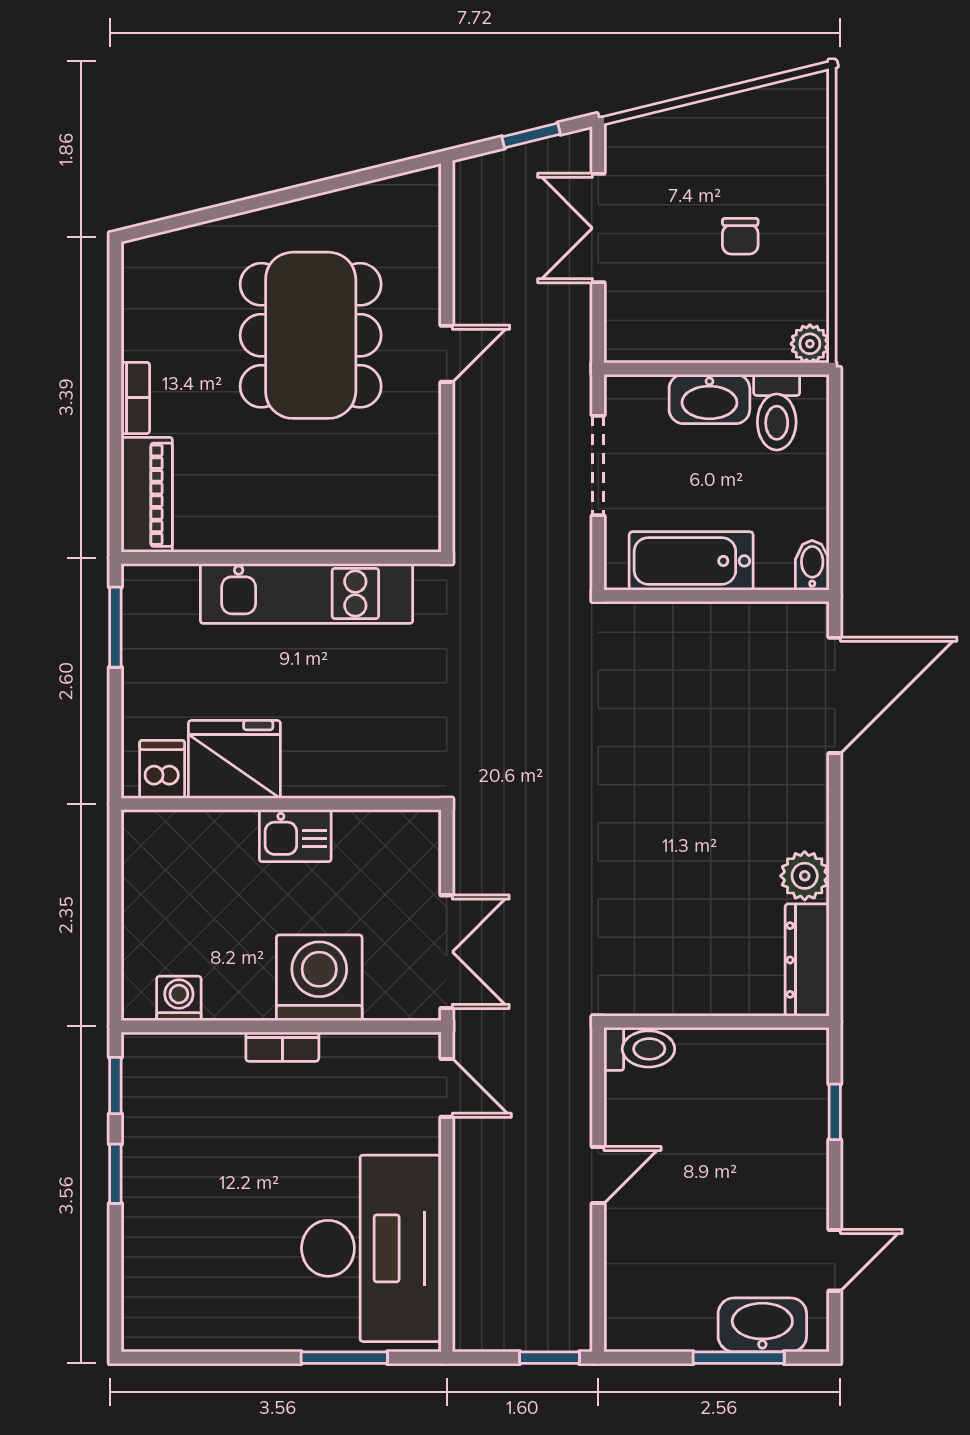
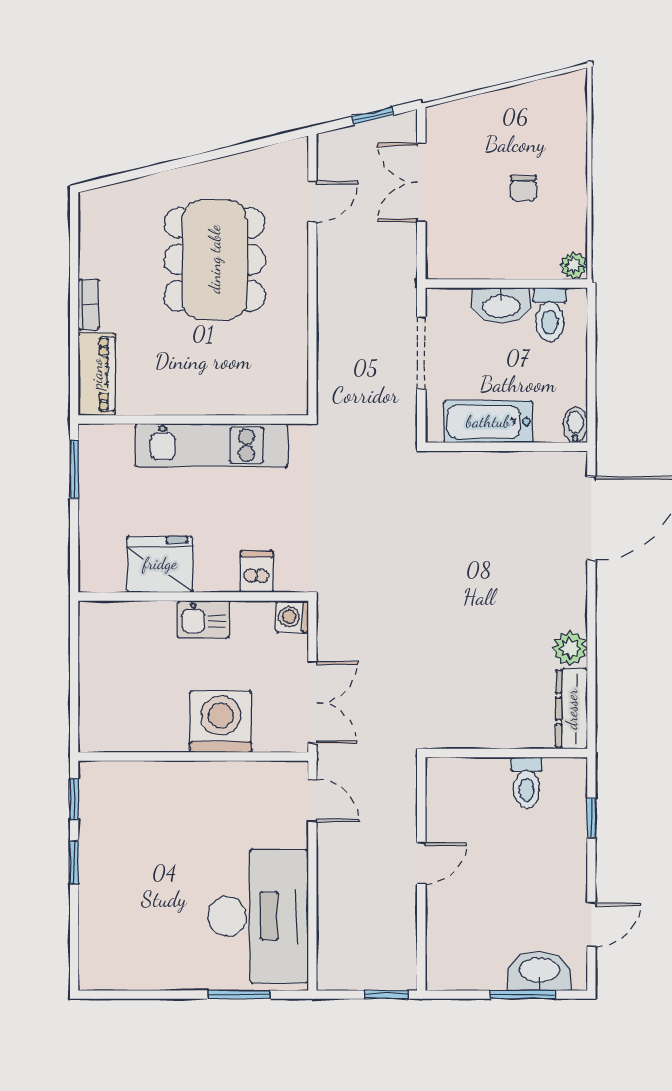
door: (447, 354) -> (312, 202), moved
dishwasher: (162, 769) -> (257, 572), moved
washing machine: (179, 998) -> (292, 617), moved, turned -90
bookcase: (282, 1047) -> (194, 771), removed
toilet: (639, 1049) -> (526, 783), moved, turned 90

